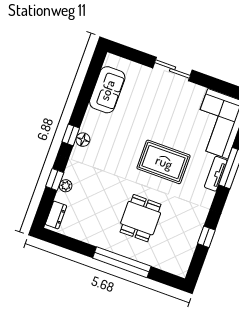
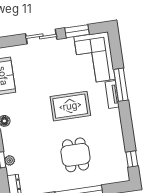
window: (215, 84) -> (77, 31), added
window: (206, 237) -> (132, 159), moved

